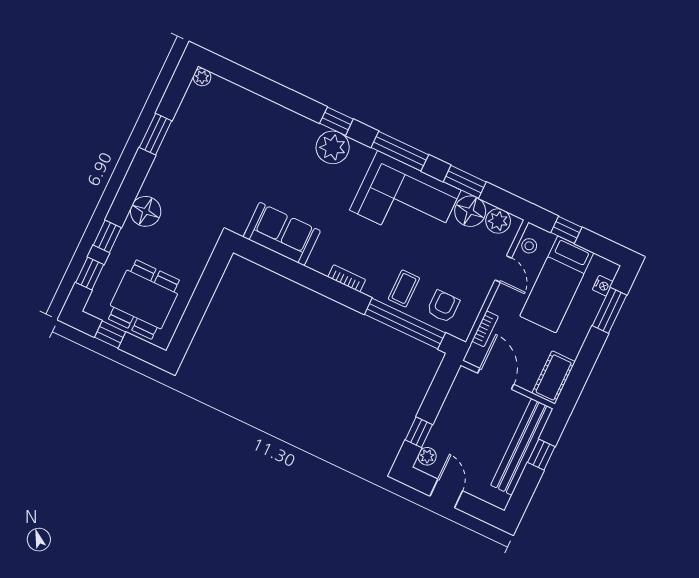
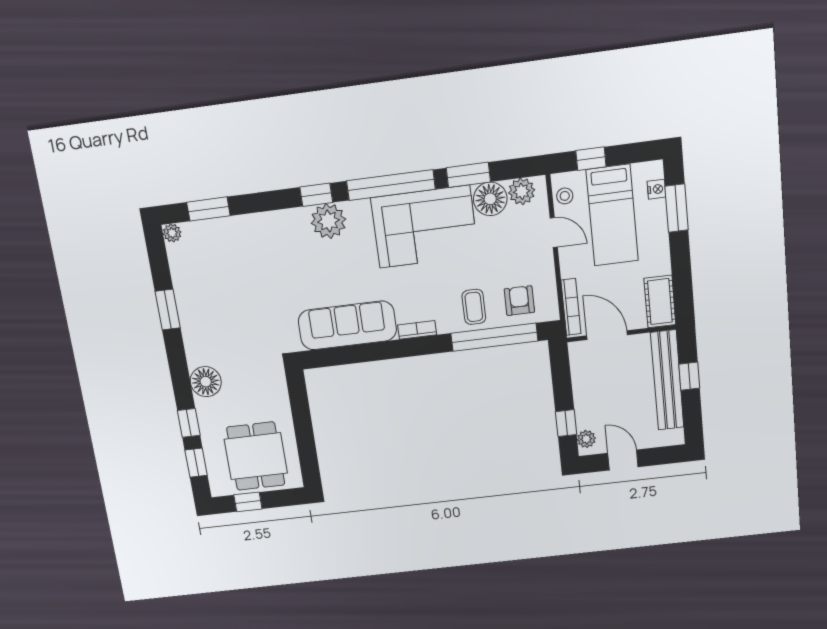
window: (244, 77) -> (208, 209), added
window: (400, 151) -> (391, 185), width x1.46
sofa: (282, 234) -> (347, 325), width x1.36
bookcase: (485, 329) -> (571, 307), width x1.56

